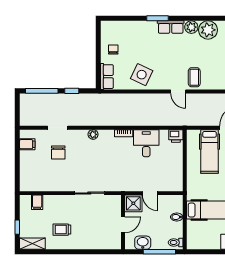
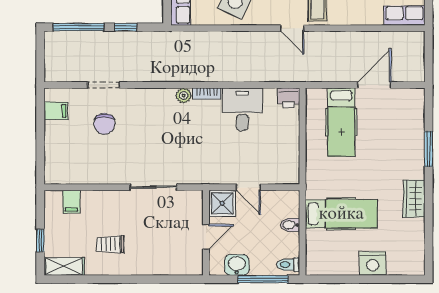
plant: (93, 134) -> (184, 95), moved

